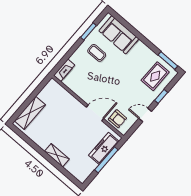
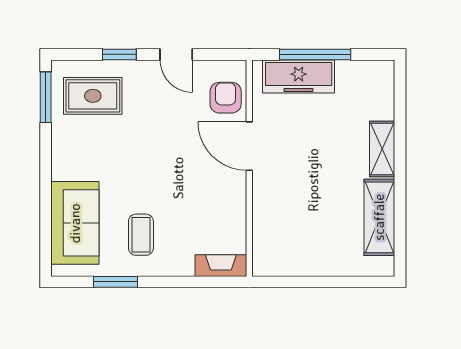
shelving: (30, 113) -> (379, 217), moved, turned 90

